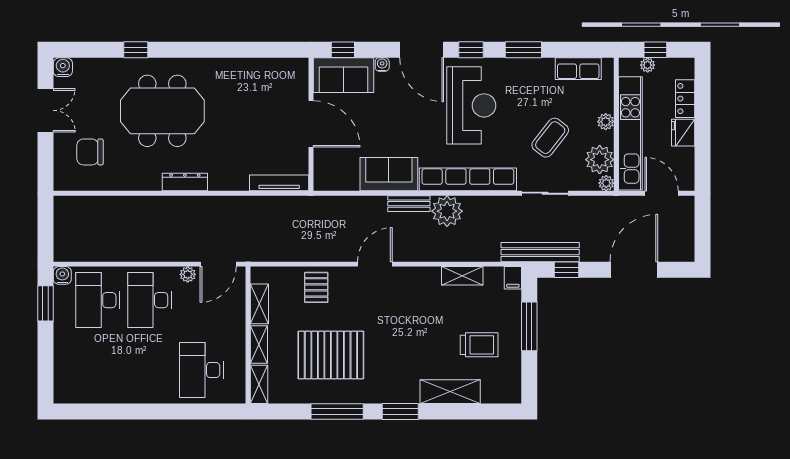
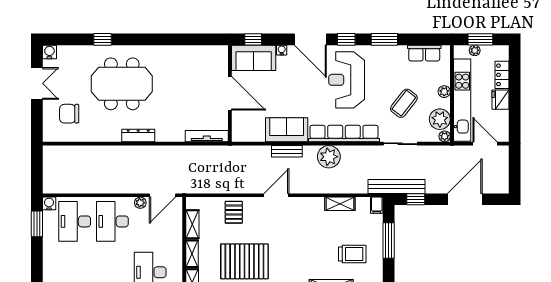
window: (655, 50) -> (480, 39), width x1.50
reception desk: (471, 105) -> (347, 80), turned 180
bench: (409, 204) -> (287, 151), moved

